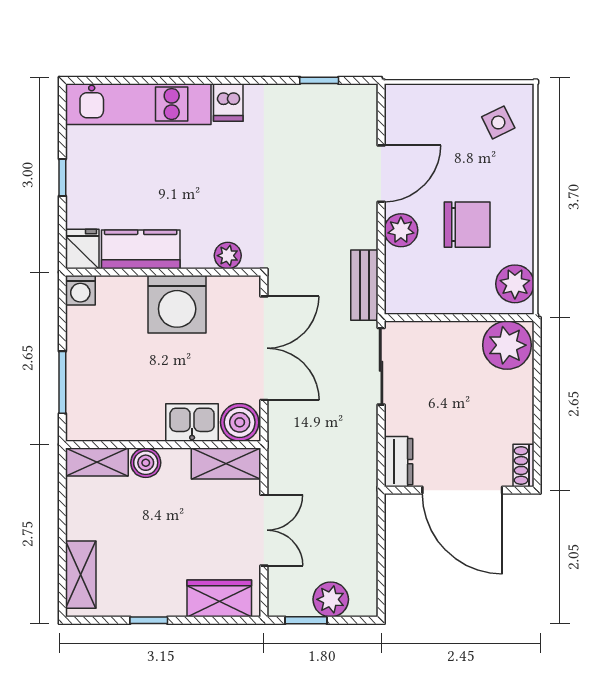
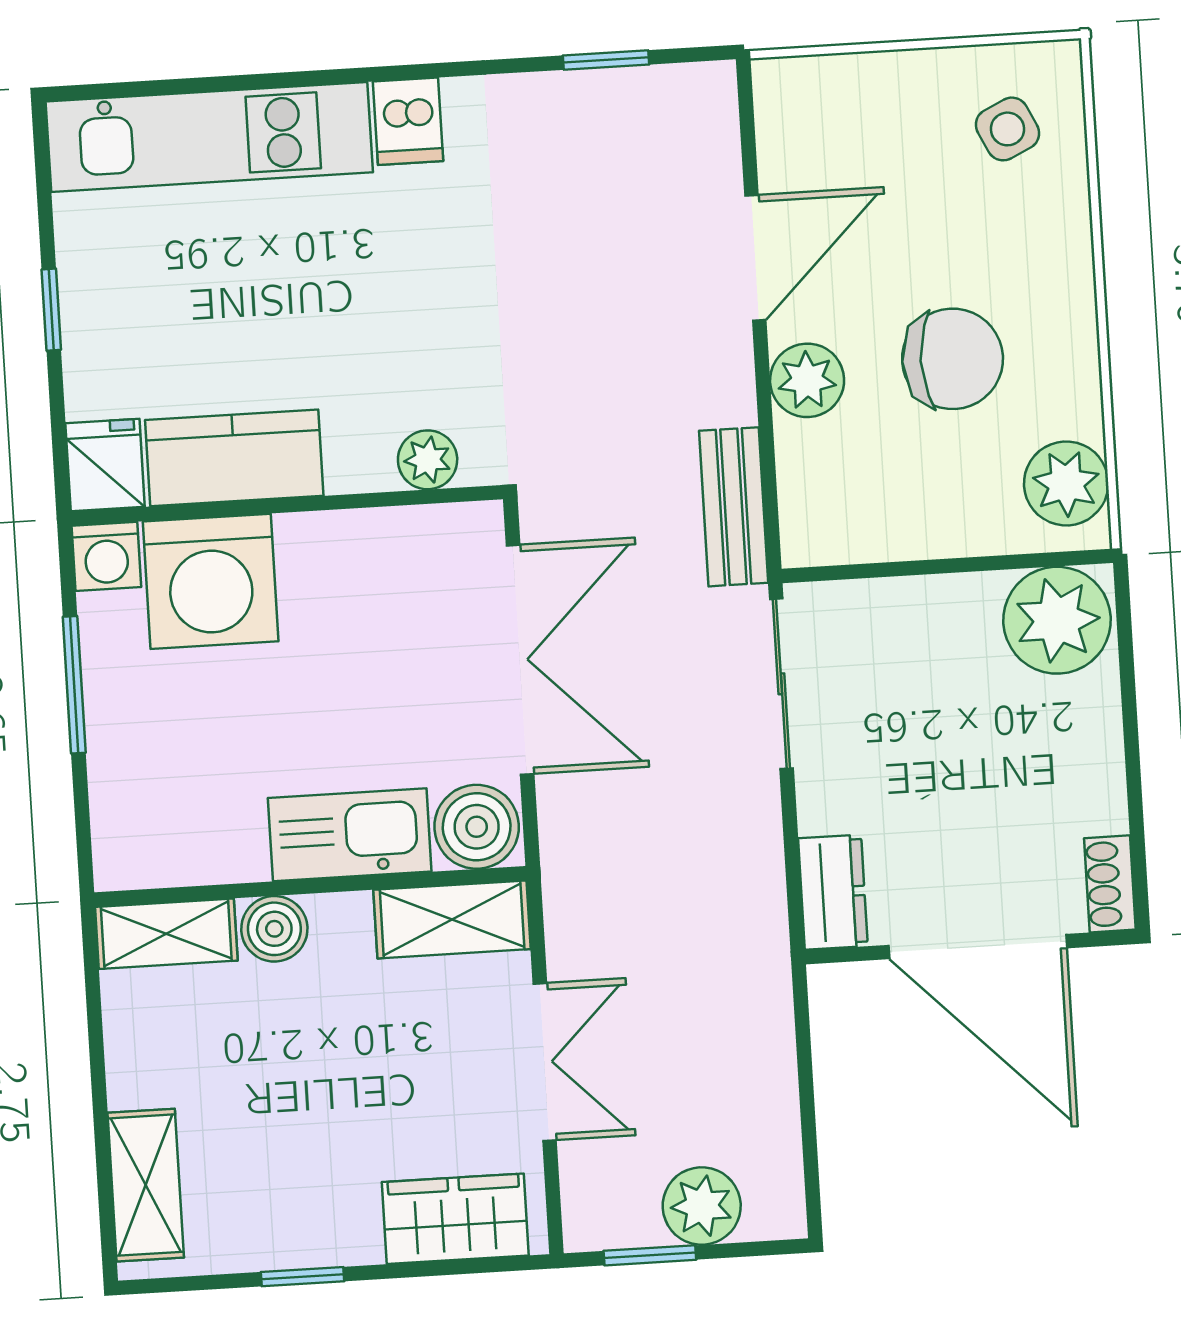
washing machine: (177, 304) -> (211, 581), moved
window: (62, 382) -> (74, 685), moved
kitchen sink: (192, 422) -> (350, 835), width x1.38

